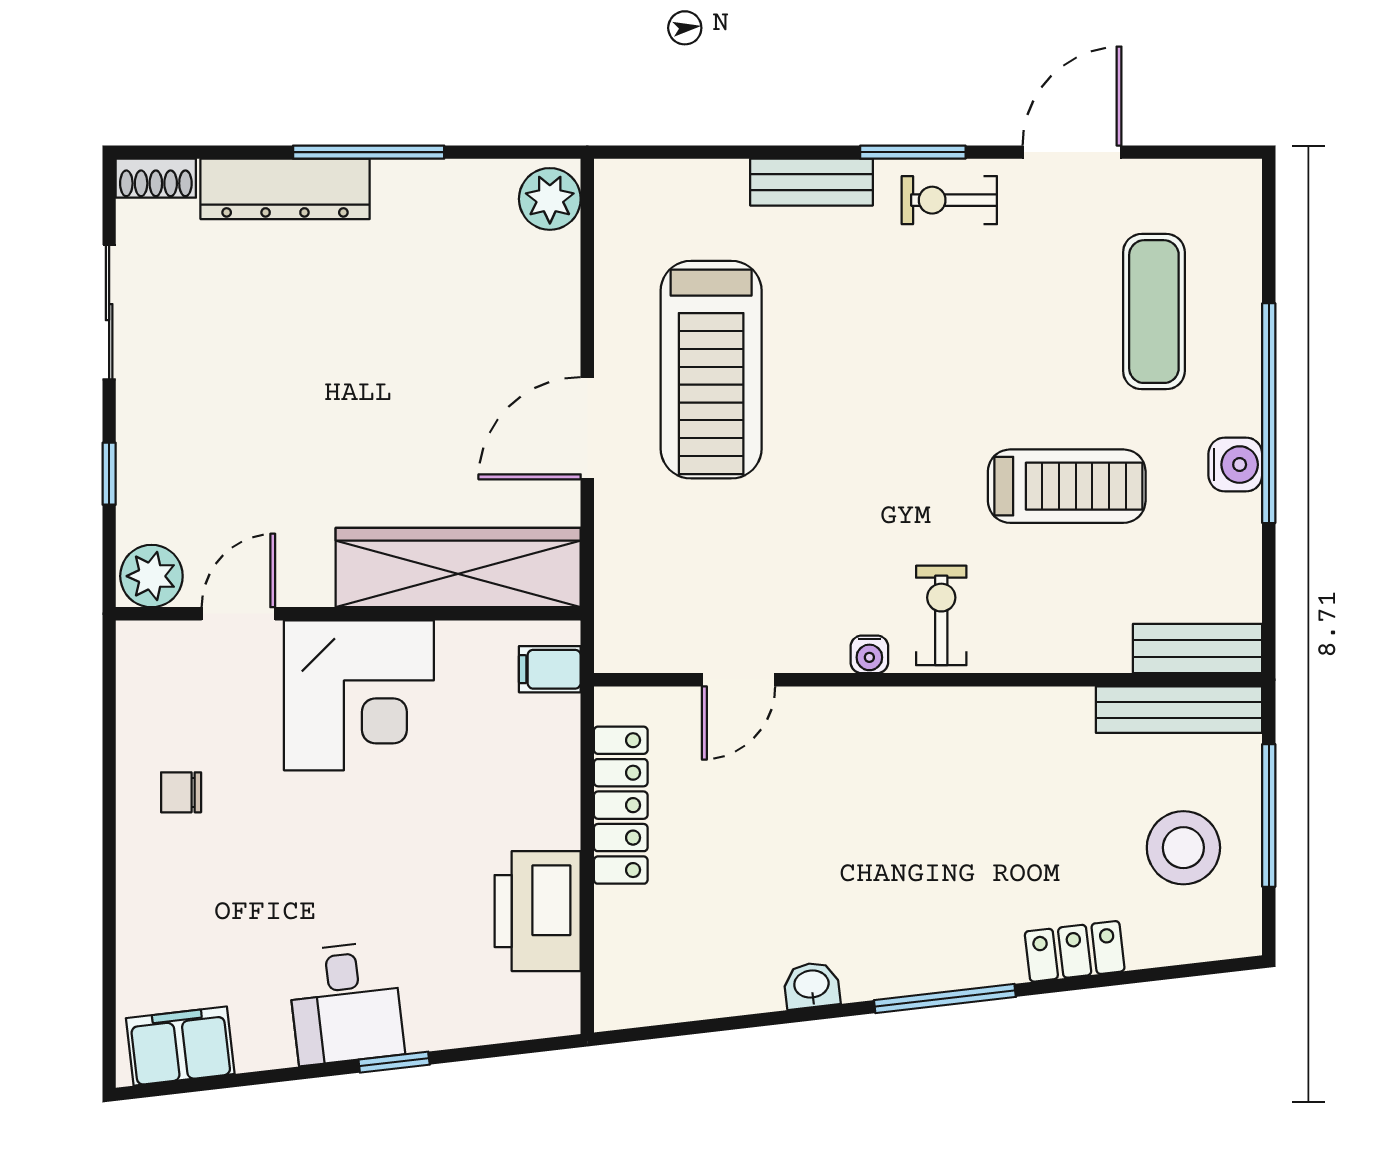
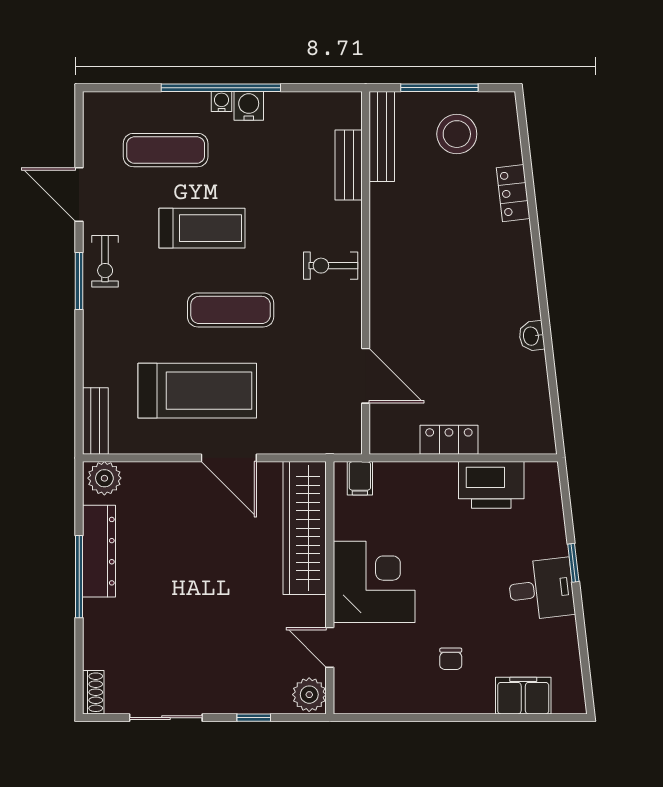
bench: (812, 182) -> (95, 421), moved
dresser: (285, 189) -> (99, 551), moved
exercise mat: (860, 431) -> (231, 310), added
treadmill: (1067, 486) -> (202, 228), moved, turned 90
bench: (1198, 648) -> (349, 165), moved
water cooler: (869, 654) -> (222, 101), moved, turned -90
door: (739, 680) -> (366, 376), width x1.37
chair: (181, 792) -> (451, 659), moved
locker: (621, 805) -> (449, 440), width x0.66
window: (945, 998) -> (539, 264), removed
filing cabinet: (180, 1046) -> (523, 696), moved, turned 97

